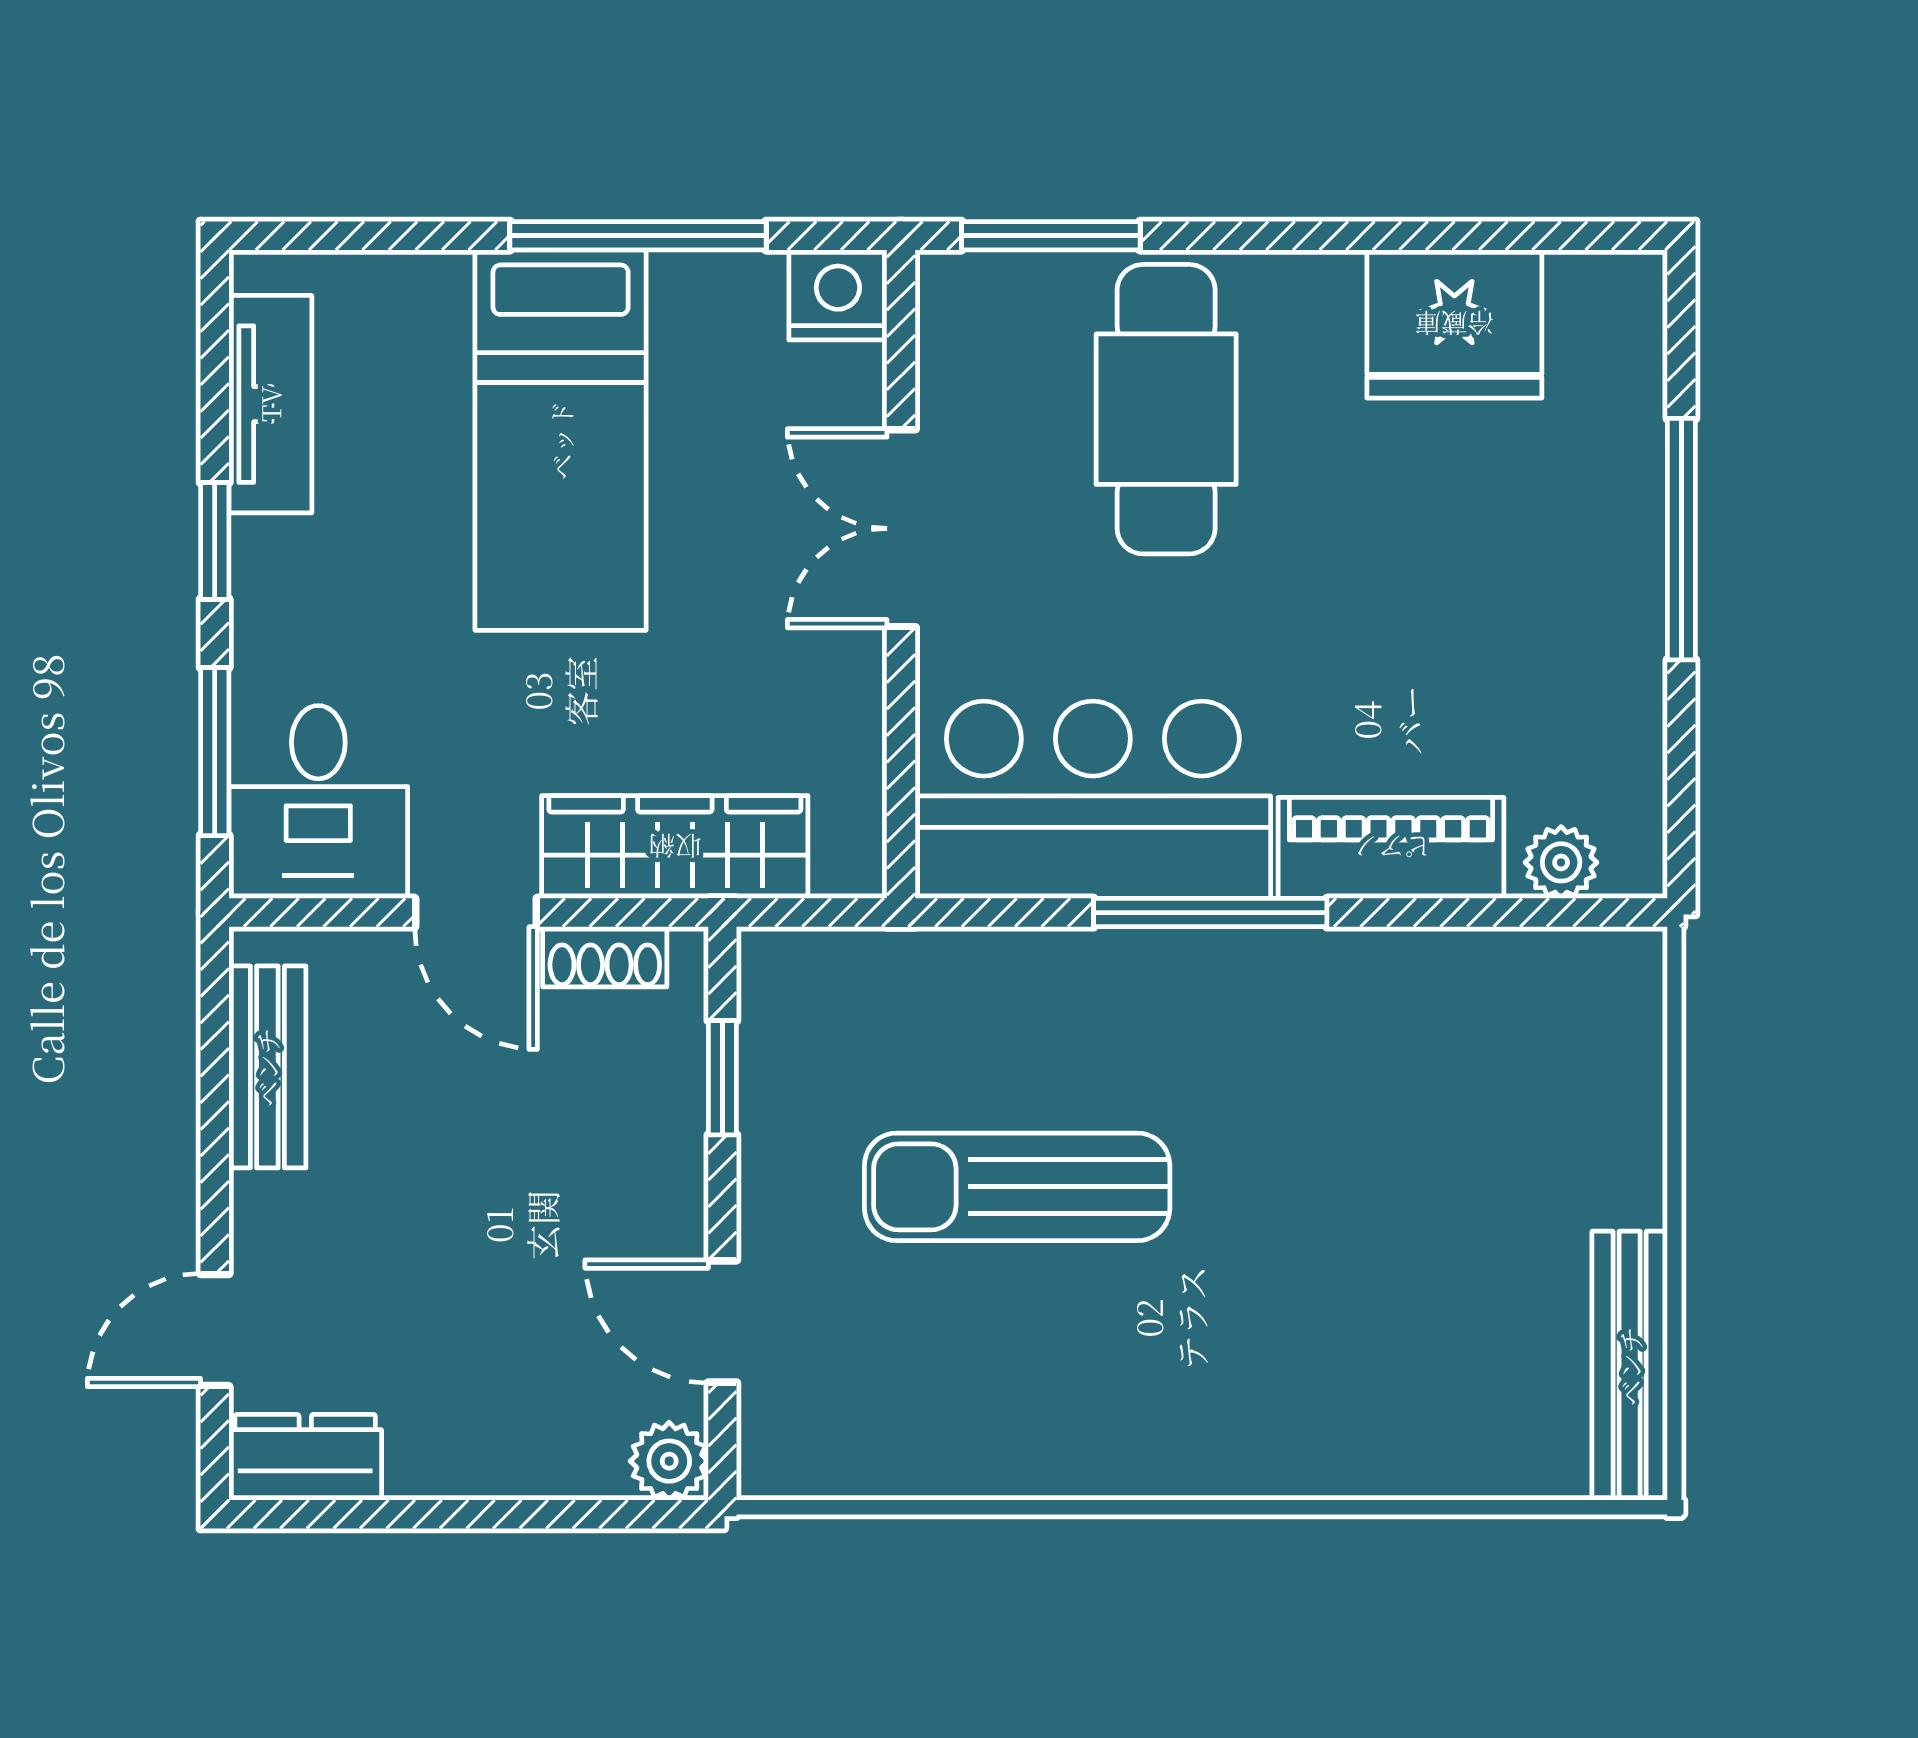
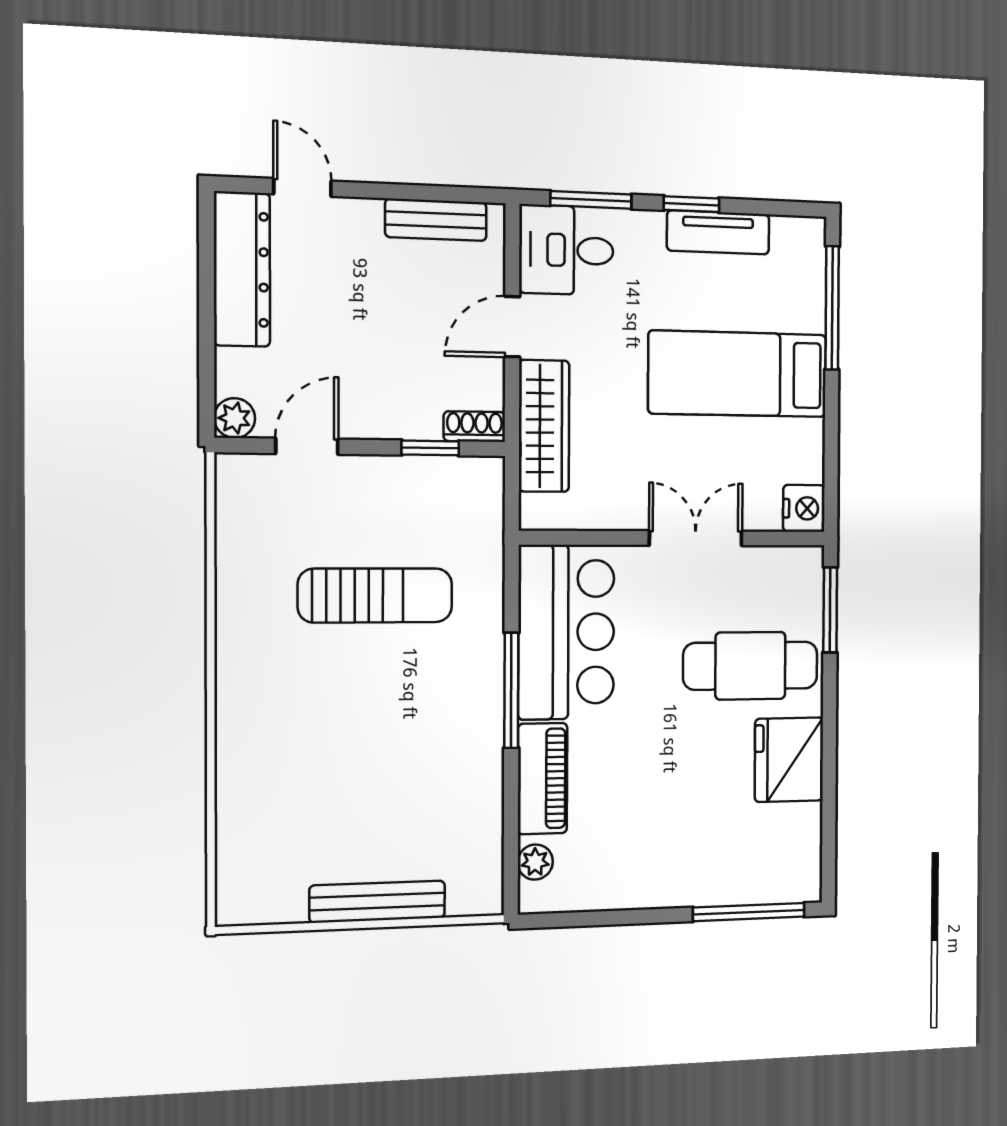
window: (638, 236) -> (832, 308), moved
fridge: (1454, 324) -> (789, 760), moved
tv unit: (270, 404) -> (718, 232), moved
window: (1681, 539) -> (749, 912), moved
shoe rack: (605, 957) -> (474, 427), moved, turned 90
sun lounger: (1017, 1187) -> (375, 595), turned 90
bench: (1630, 1366) -> (377, 902), moved
dresser: (305, 1457) -> (242, 269), width x1.96, depth x1.24

